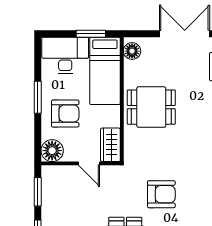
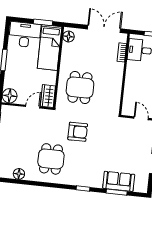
dining table: (151, 107) -> (80, 87), moved, turned 90
armchair: (65, 114) -> (21, 73), removed
door: (89, 163) -> (33, 107), swing flipped

